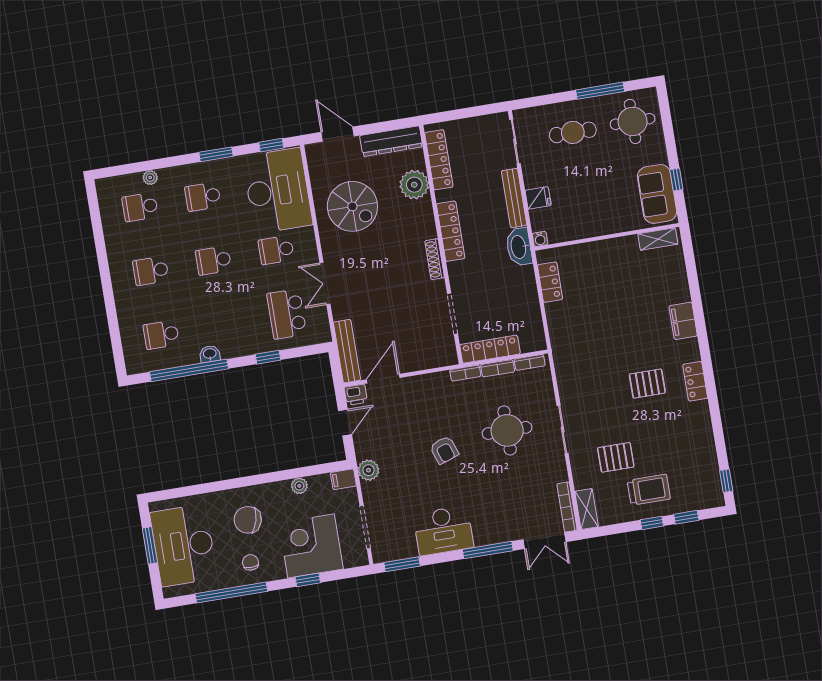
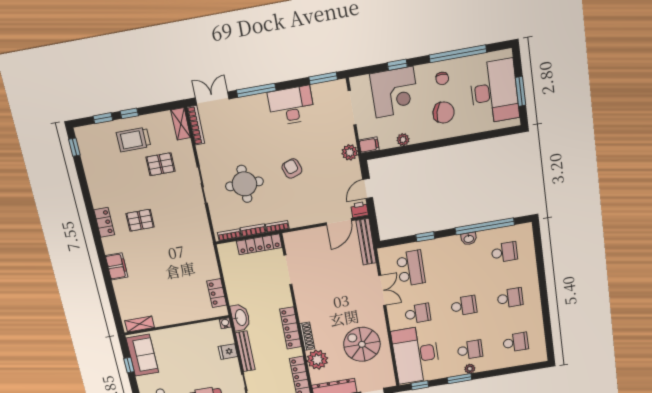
plant: (150, 178) -> (470, 369), moved
shoe rack: (435, 259) -> (307, 336), moved

